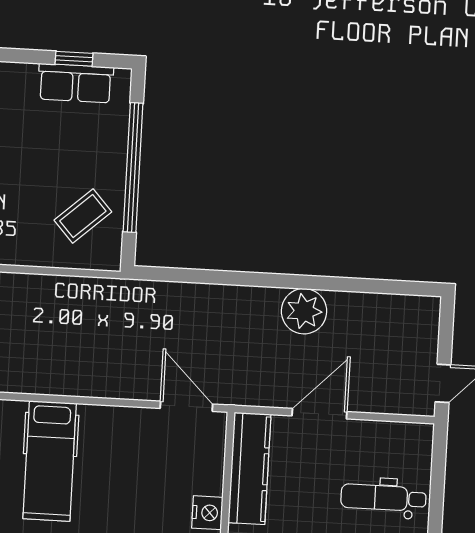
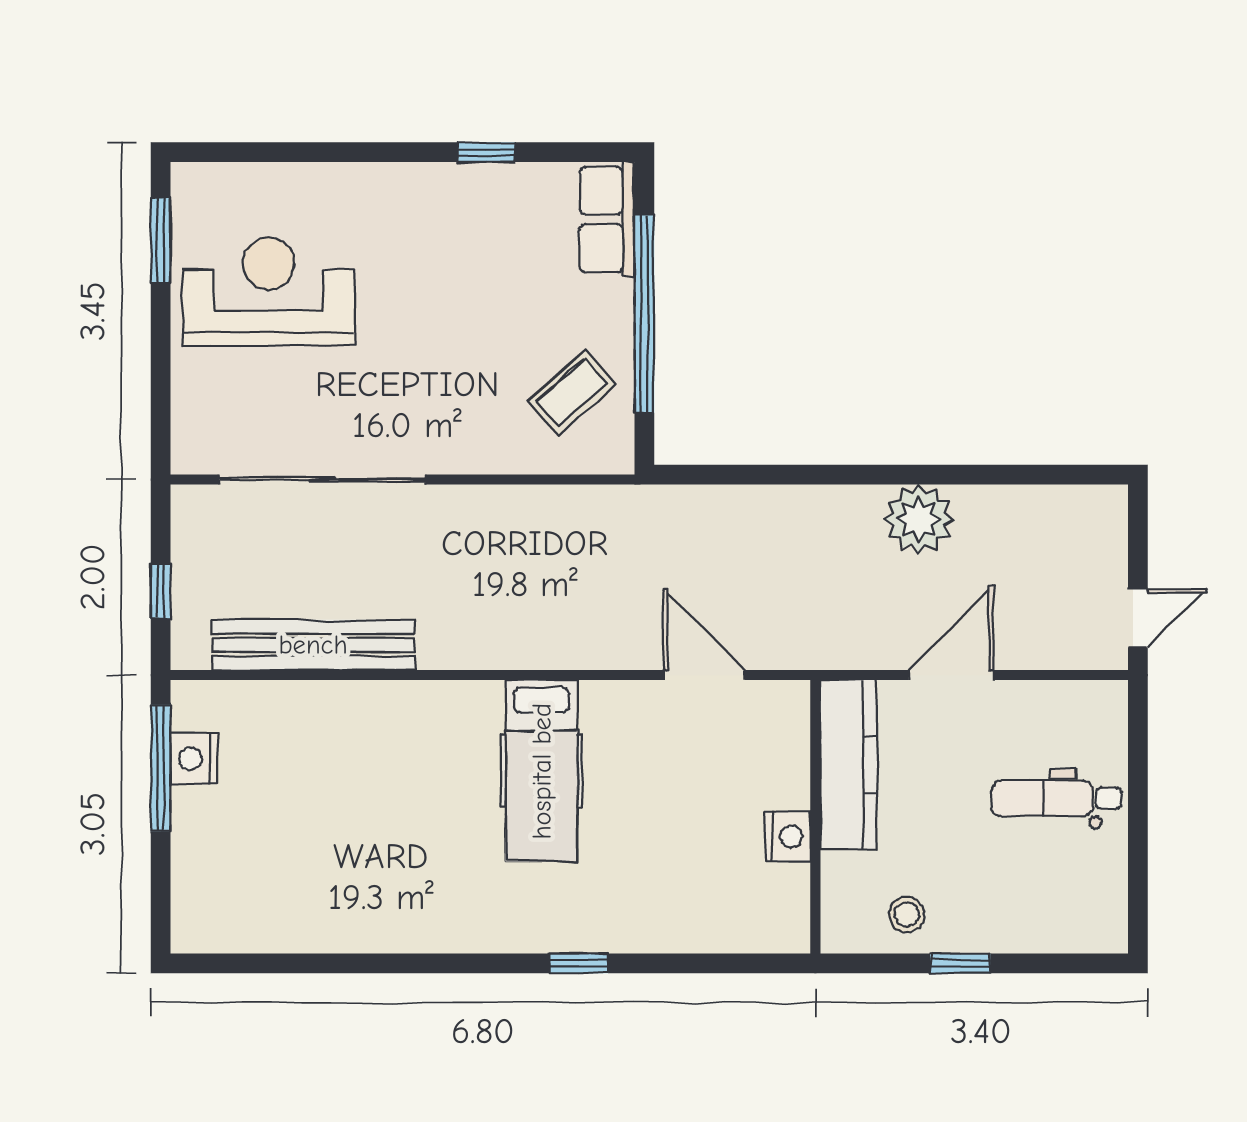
window: (74, 59) -> (486, 152), moved
row of seats: (76, 83) -> (607, 219), moved, turned 90
door: (186, 406) -> (704, 675), moved

